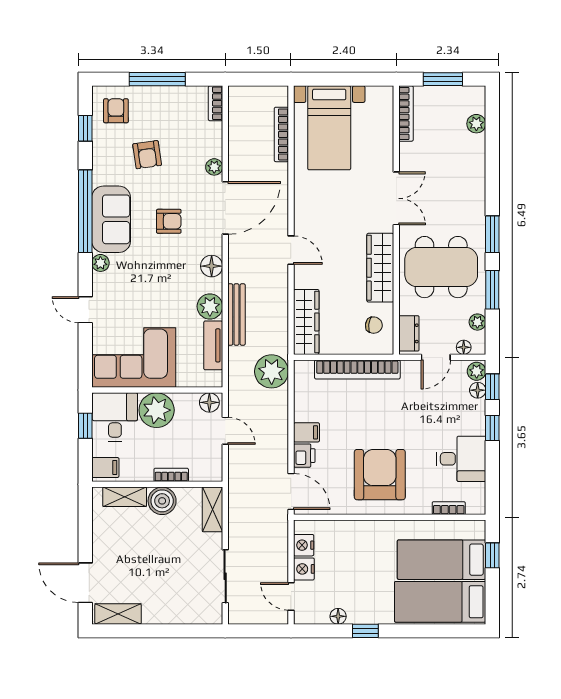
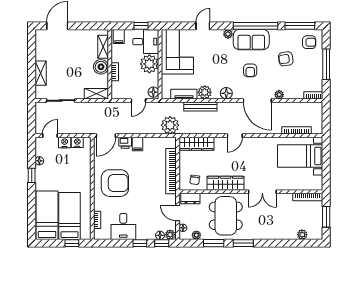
window: (85, 128) -> (300, 26), width x2.17
shelving: (118, 614) -> (41, 73), moved

